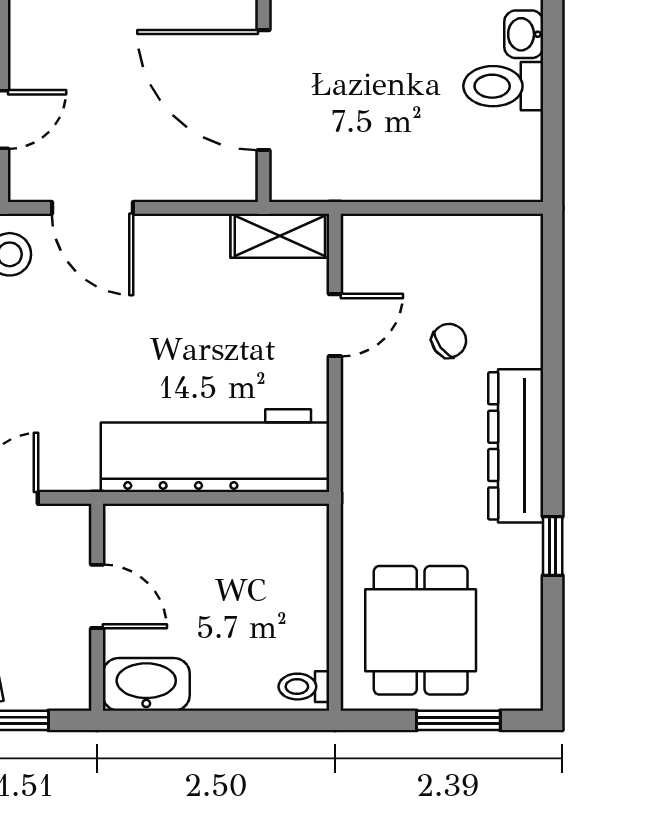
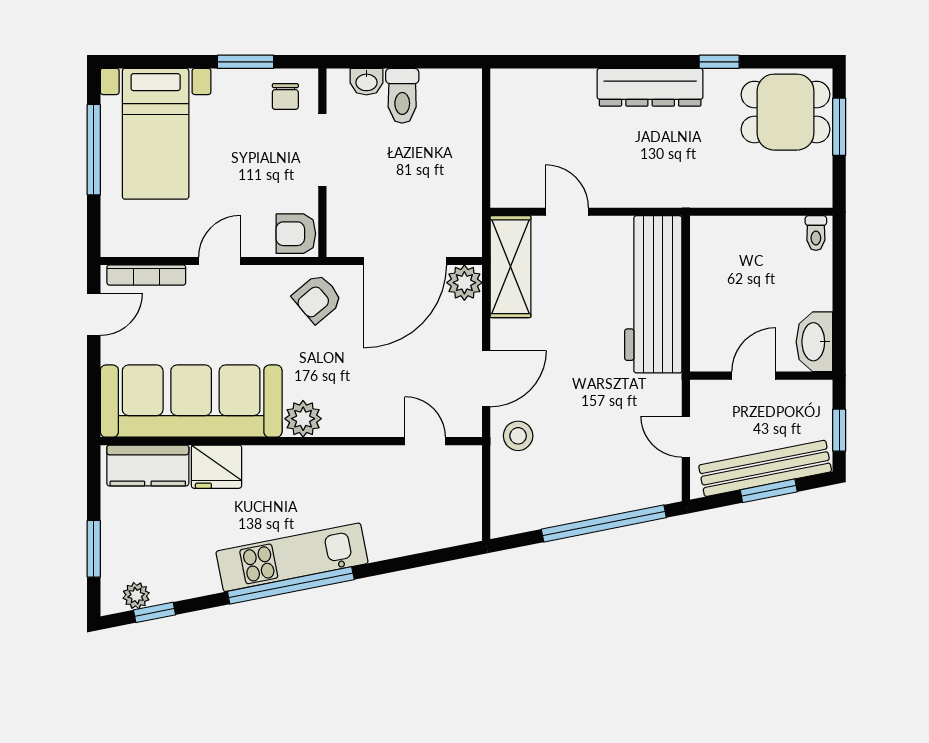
plant: (232, 176) -> (464, 283), added
shelving: (280, 236) -> (510, 267), width x1.50, depth x1.33
chair: (449, 341) -> (578, 133), removed
dining table: (421, 630) -> (786, 112), moved

